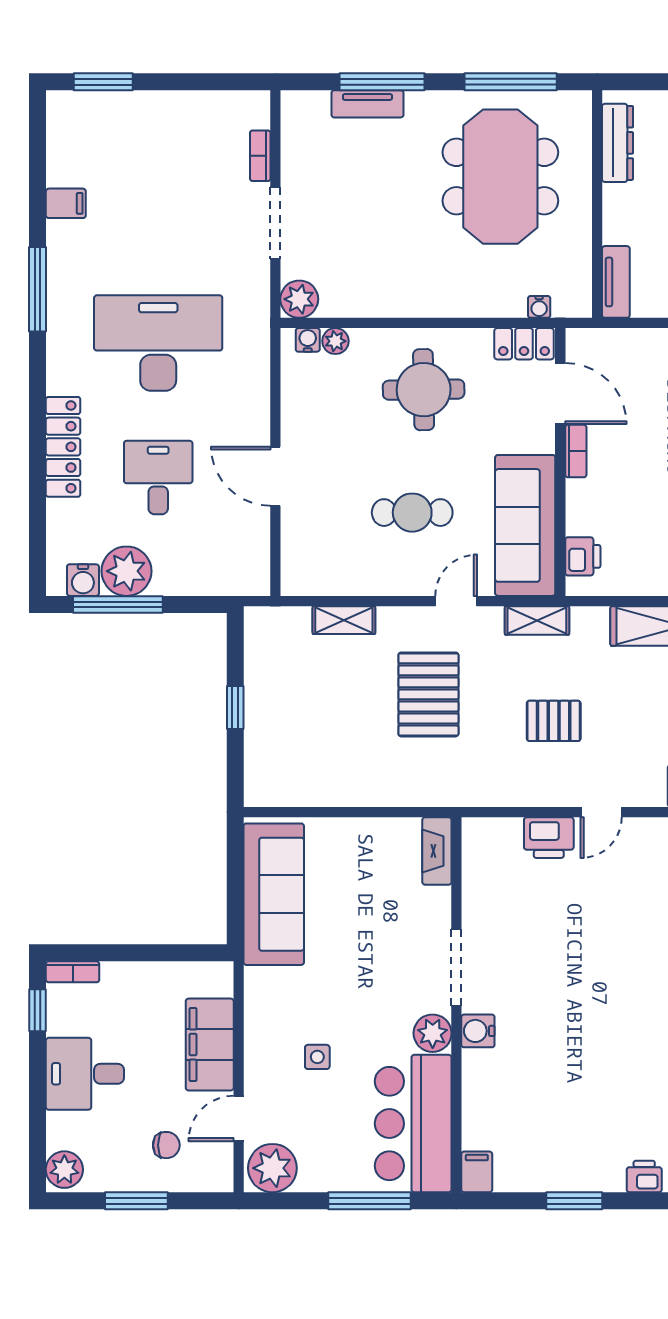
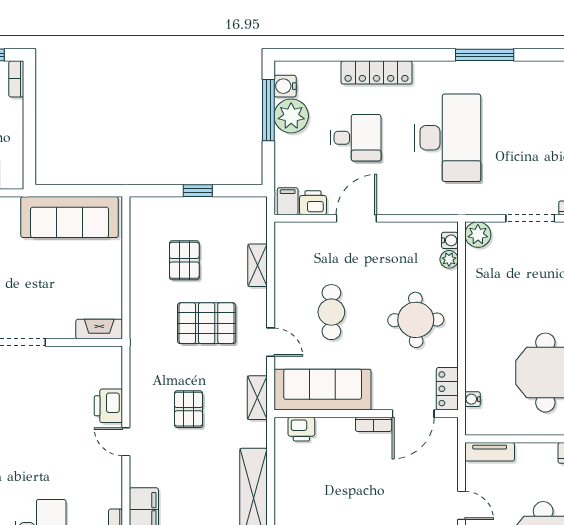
filing cabinet: (66, 203) -> (288, 201), moved, turned 180
printer: (253, 539) -> (313, 203), added
pallet: (337, 727) -> (184, 260), added

